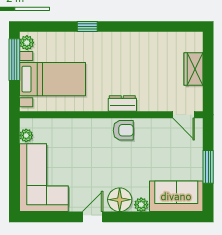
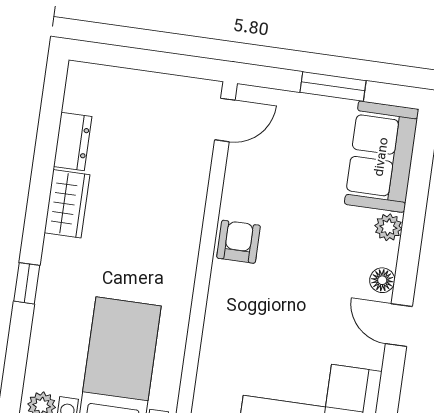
wardrobe: (194, 69) -> (67, 204), moved, turned -90
dresser: (122, 103) -> (73, 142), moved, turned 180
floor lamp: (120, 200) -> (382, 280), width x0.53, depth x0.53

